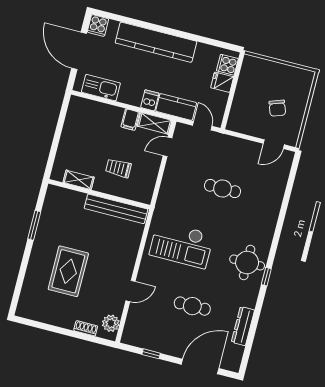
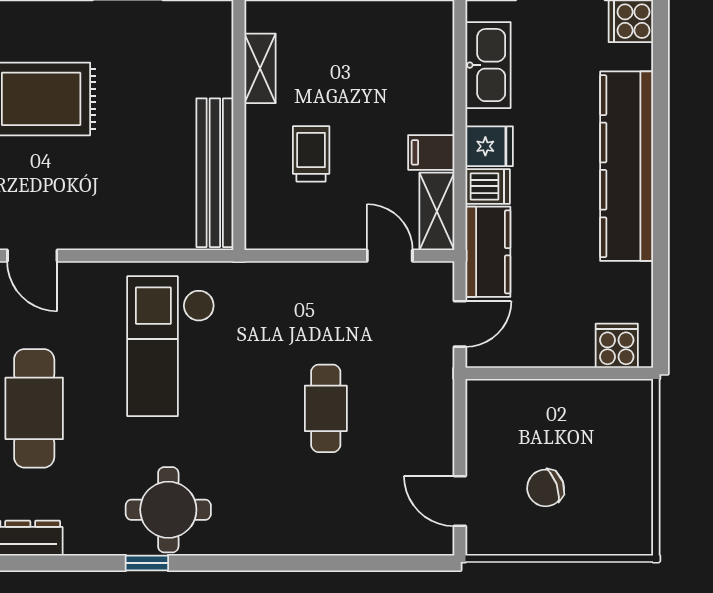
fridge: (222, 82) -> (489, 146), moved, turned 90
cafe table: (192, 306) -> (34, 408), width x1.37, depth x1.35

